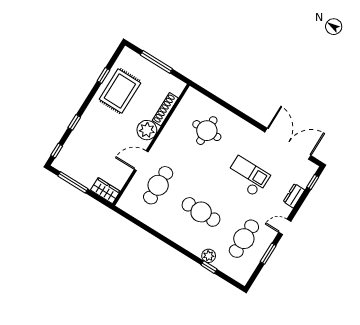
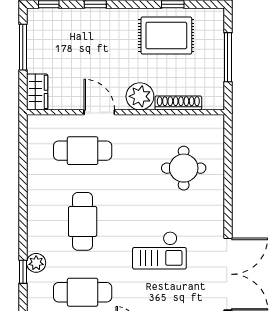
checkout: (248, 176) -> (159, 250), turned 90

